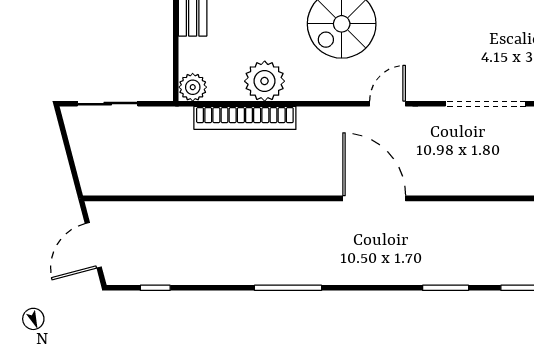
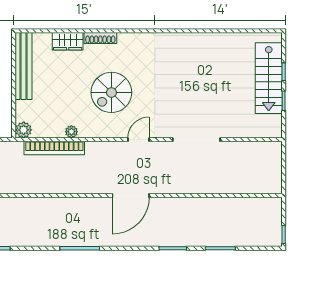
plant: (265, 81) -> (71, 132), width x0.53, depth x0.53
door: (374, 198) -> (131, 195), swing flipped

